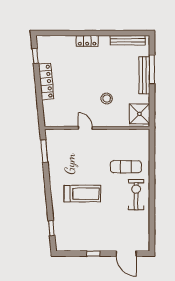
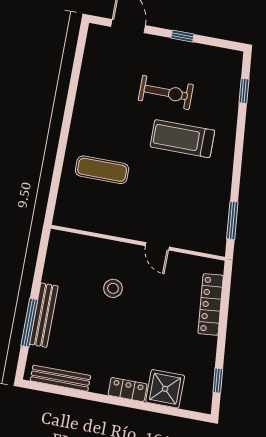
locker: (46, 81) -> (211, 304), moved
shower: (139, 114) -> (165, 389), moved
exercise bike: (136, 195) -> (166, 92), moved, turned -90

